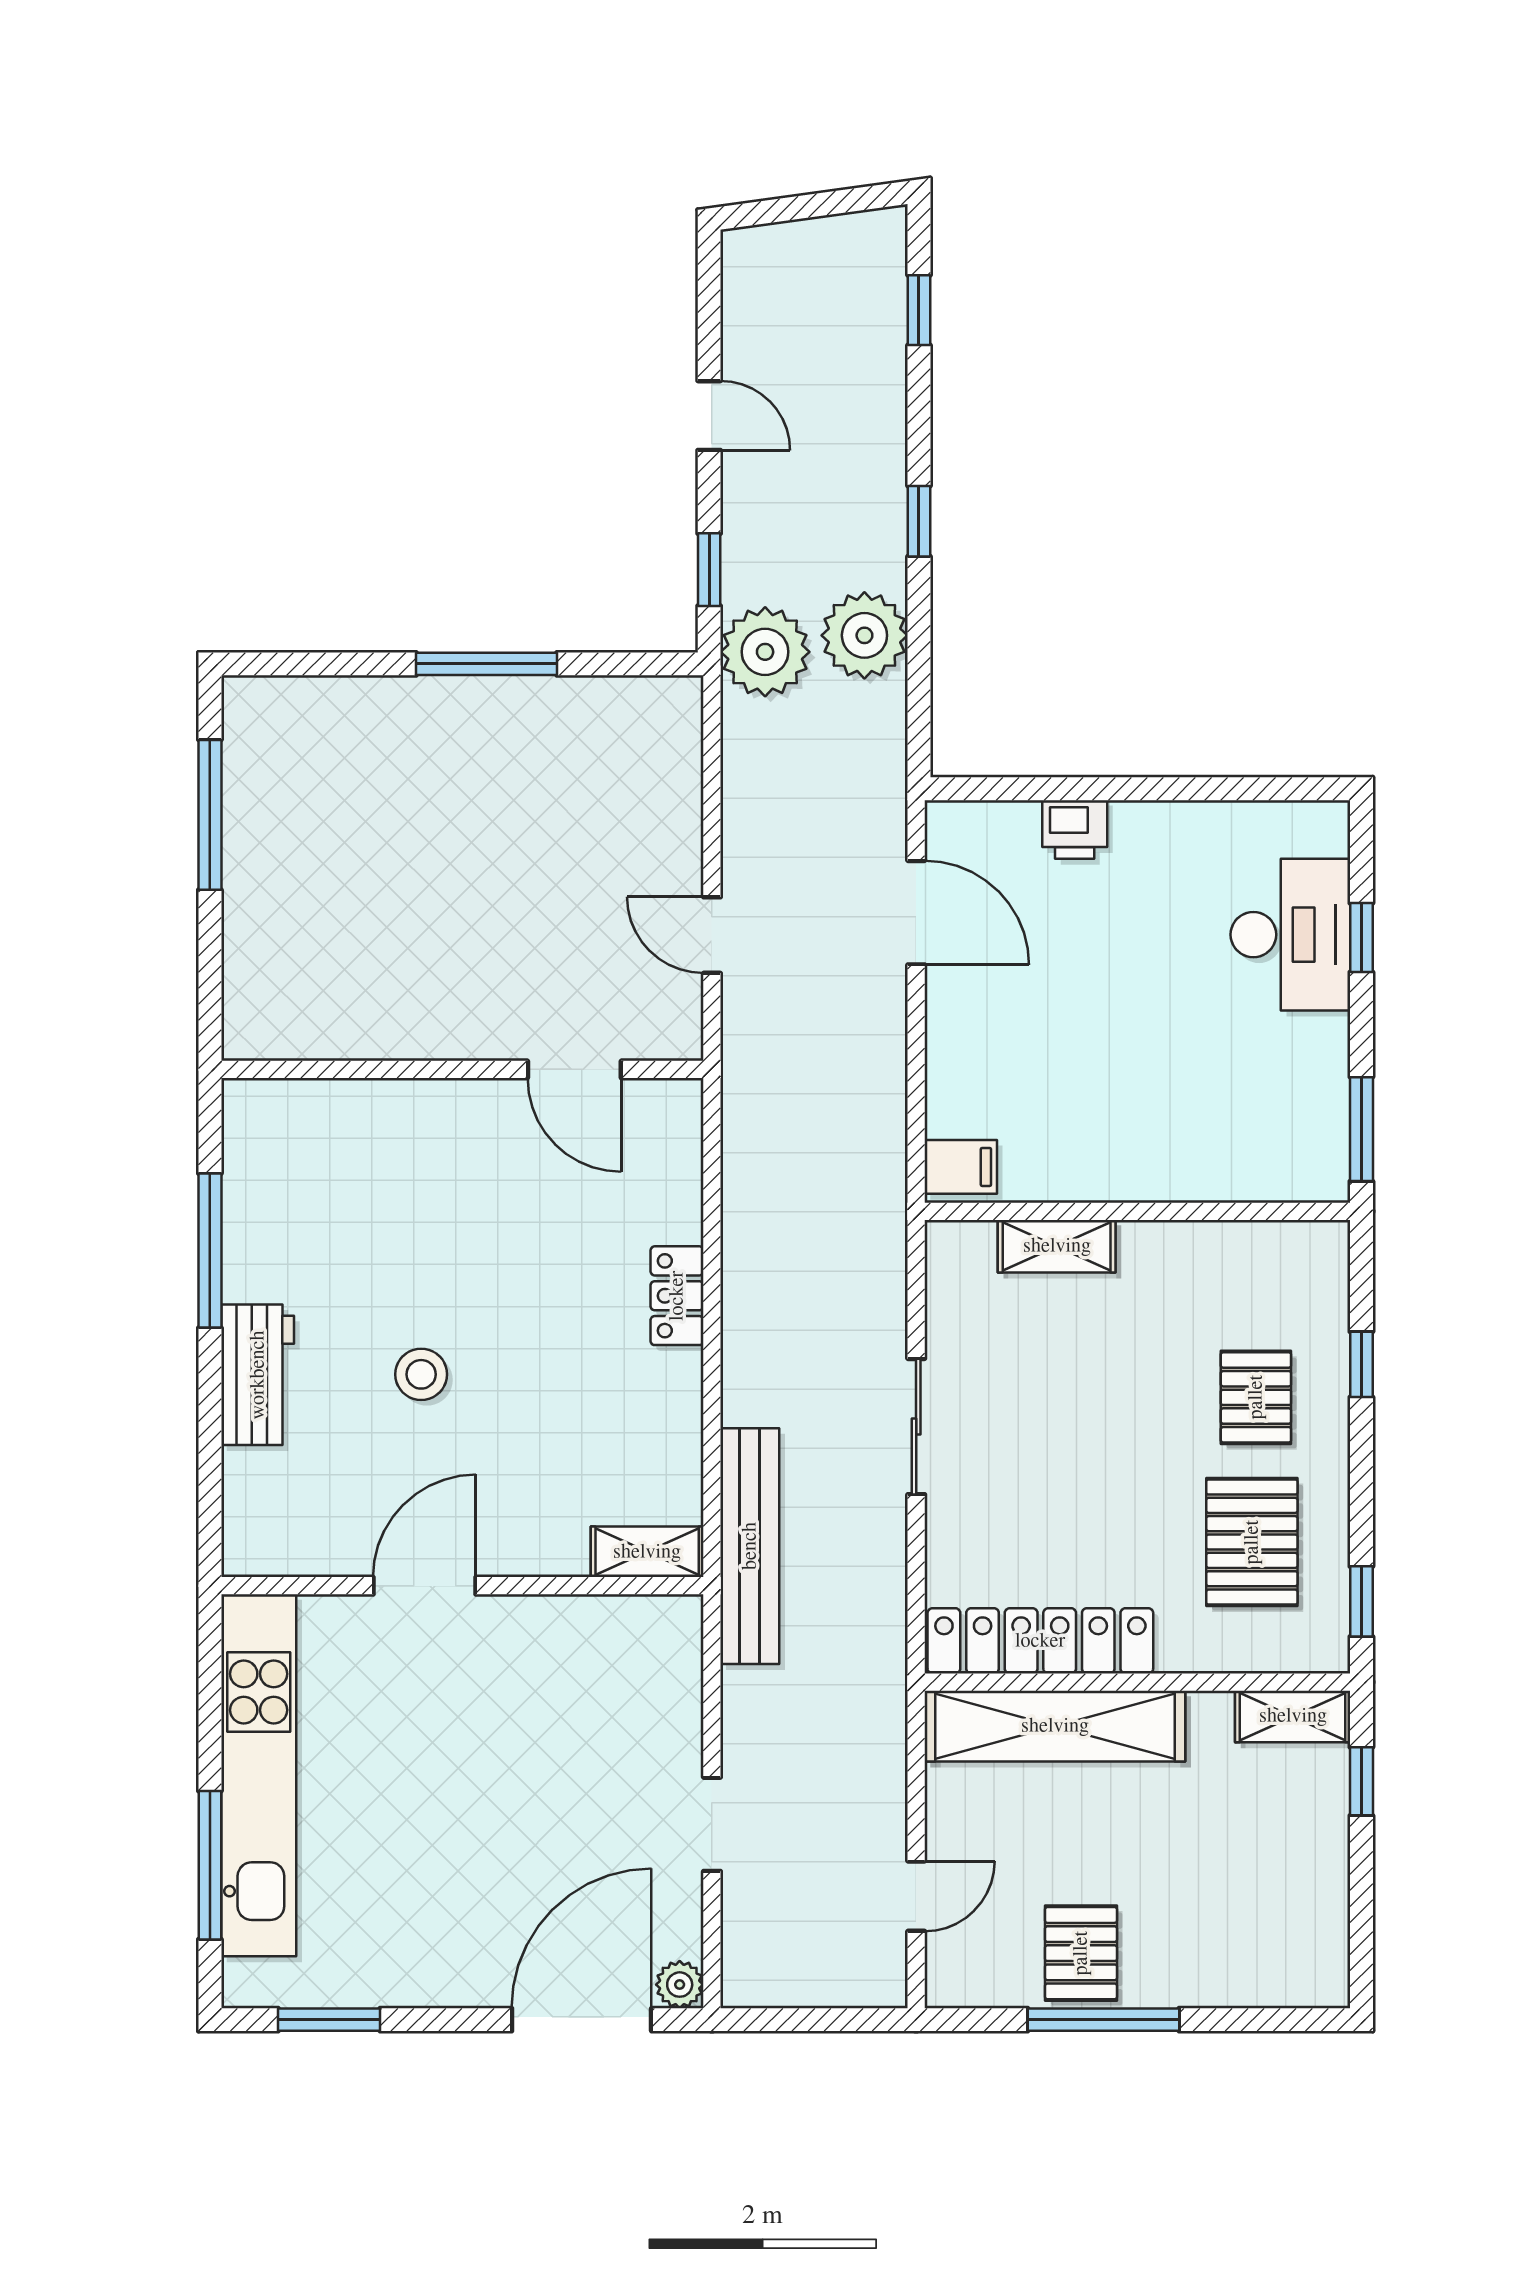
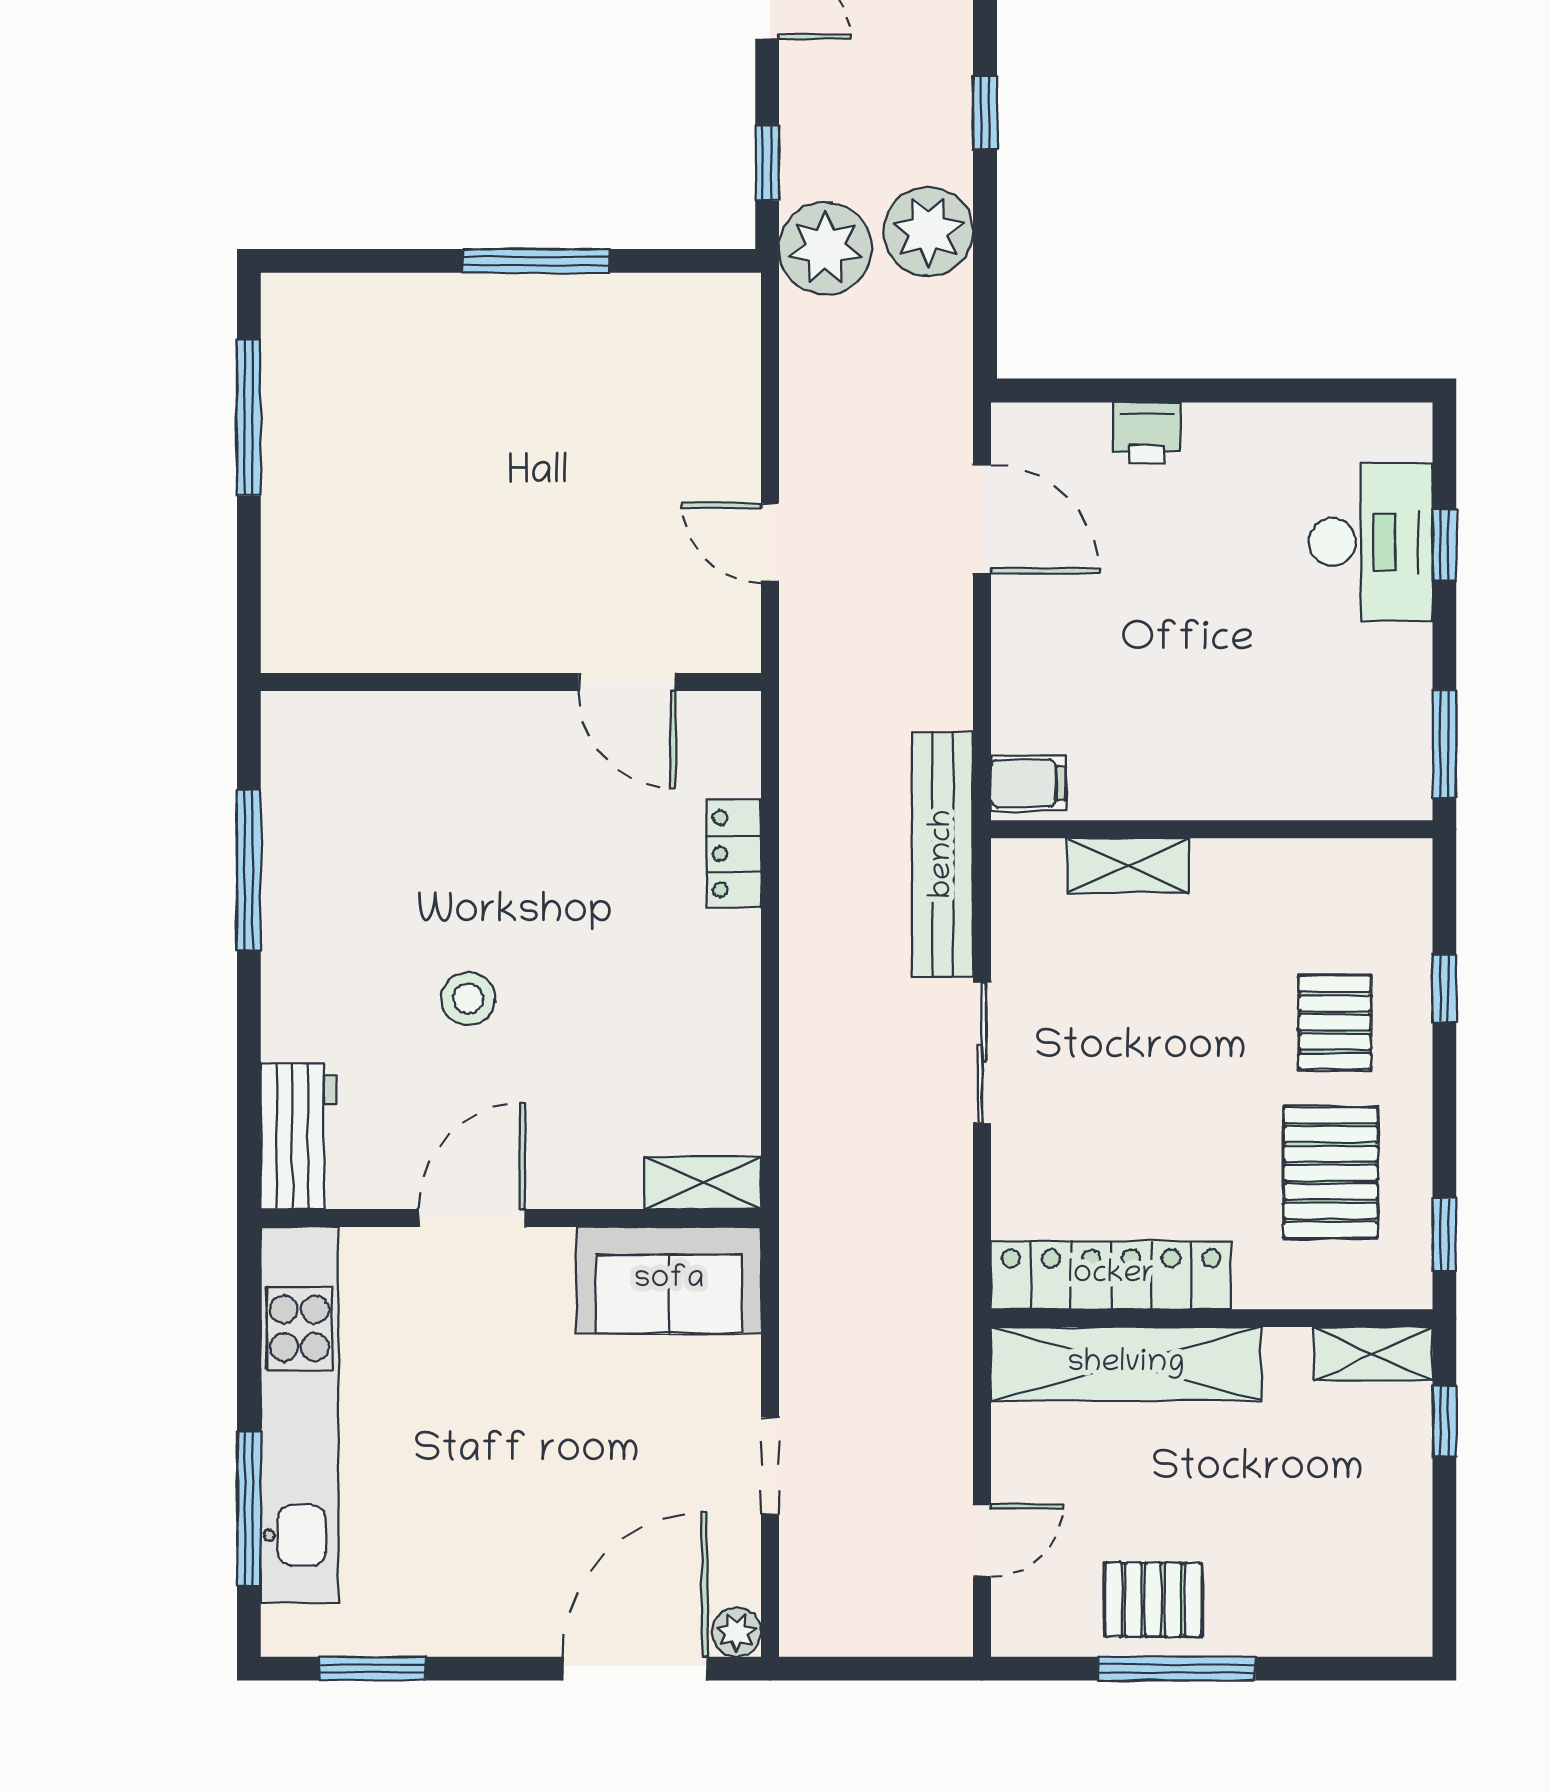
locker: (677, 1296) -> (734, 854), moved
workbench: (258, 1375) -> (298, 1136), moved
bench: (750, 1546) -> (943, 854), moved
sofa: (615, 1646) -> (669, 1280), added
pallet: (1081, 1953) -> (1153, 1600), turned 90

